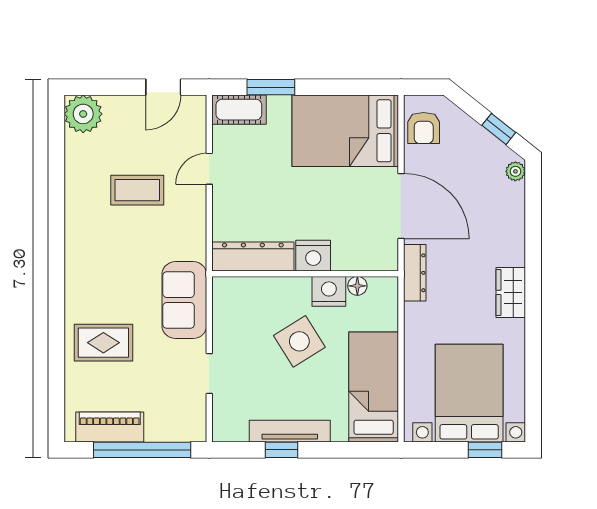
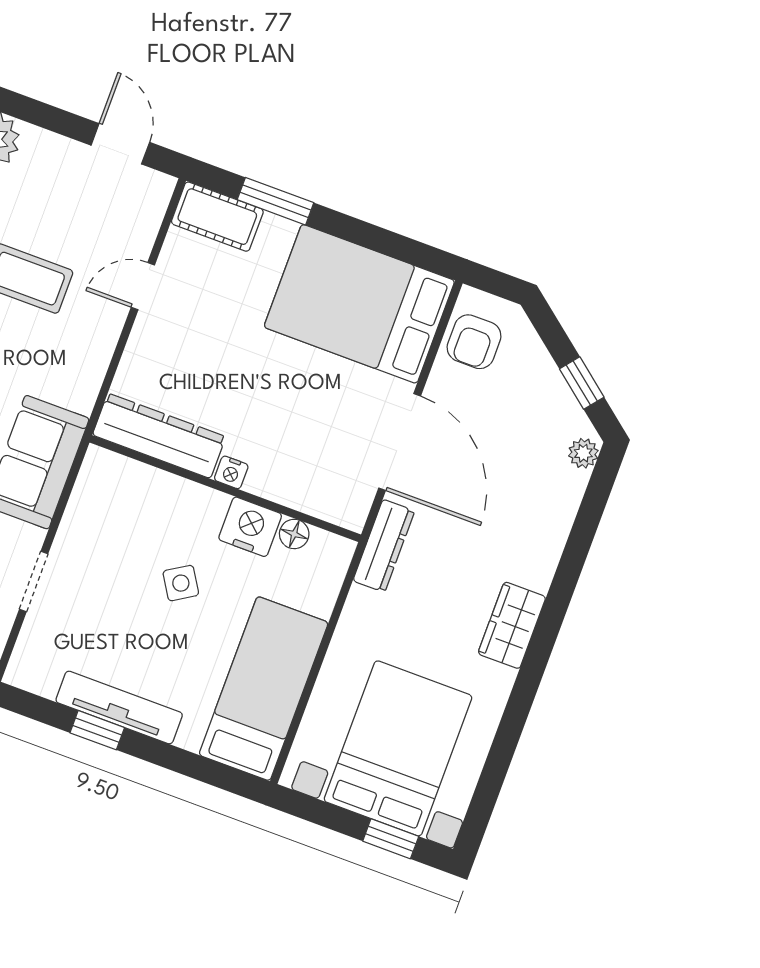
door: (163, 87) -> (120, 144), swing flipped
nightstand: (313, 256) -> (231, 472), width x0.53, depth x0.56
side table: (299, 341) -> (181, 583), width x0.54, depth x0.54

